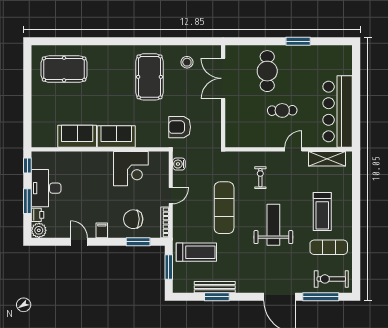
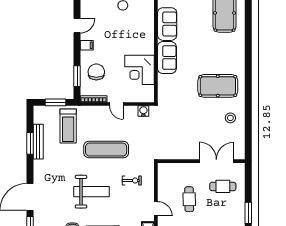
cafe table: (267, 71) -> (223, 186), width x0.73, depth x0.74
double door: (223, 78) -> (216, 161), moved
wall: (223, 96) -> (201, 161), moved
armchair: (180, 127) -> (175, 112), removed

